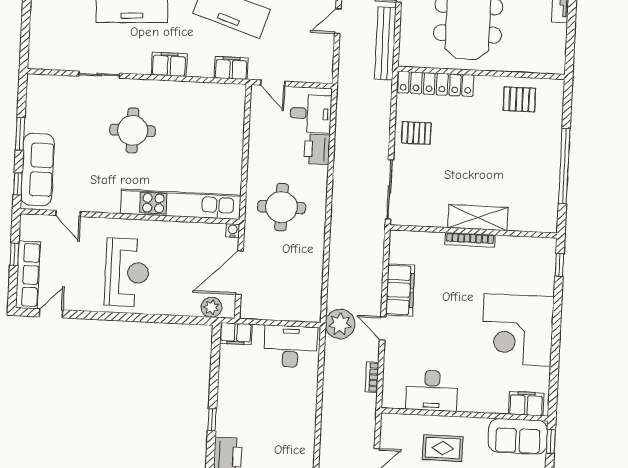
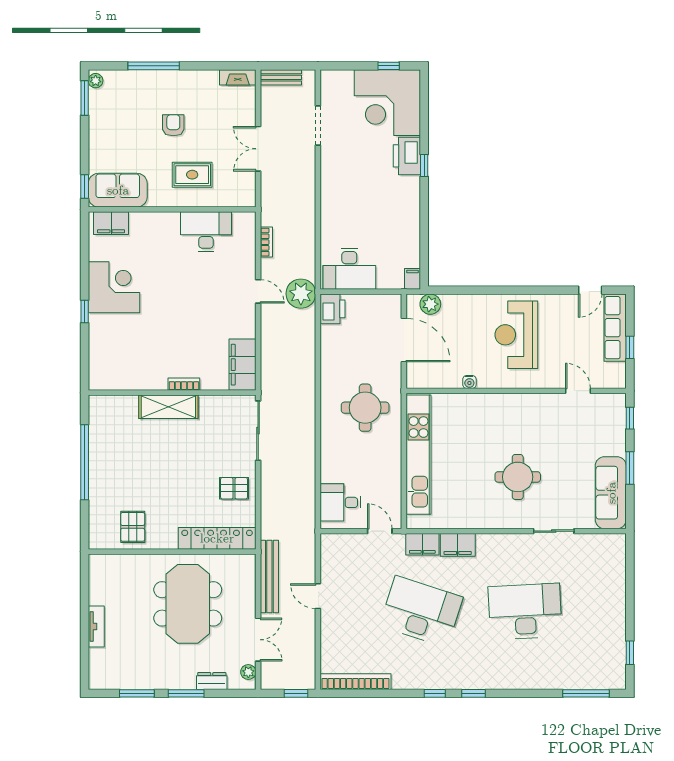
door: (338, 21) -> (318, 596), swing flipped
filing cabinet: (169, 64) -> (458, 545), moved
pallet: (519, 99) -> (133, 527), turned 90
printer: (317, 149) -> (333, 309), moved
sofa: (38, 169) -> (611, 493), moved
kitchen unit: (181, 204) -> (419, 455), moved, turned -90
water cooler: (233, 230) -> (469, 382), moved
bookcase: (470, 240) -> (184, 384), width x0.64
window: (559, 265) -> (85, 311), moved
door: (239, 273) -> (404, 340), hinge flipped
filing cabinet: (400, 290) -> (242, 365), moved
corner desk: (518, 330) -> (114, 287), width x0.74, depth x0.74
filing cabinet: (236, 334) -> (412, 279), width x0.50
window: (212, 420) -> (424, 165), moved

